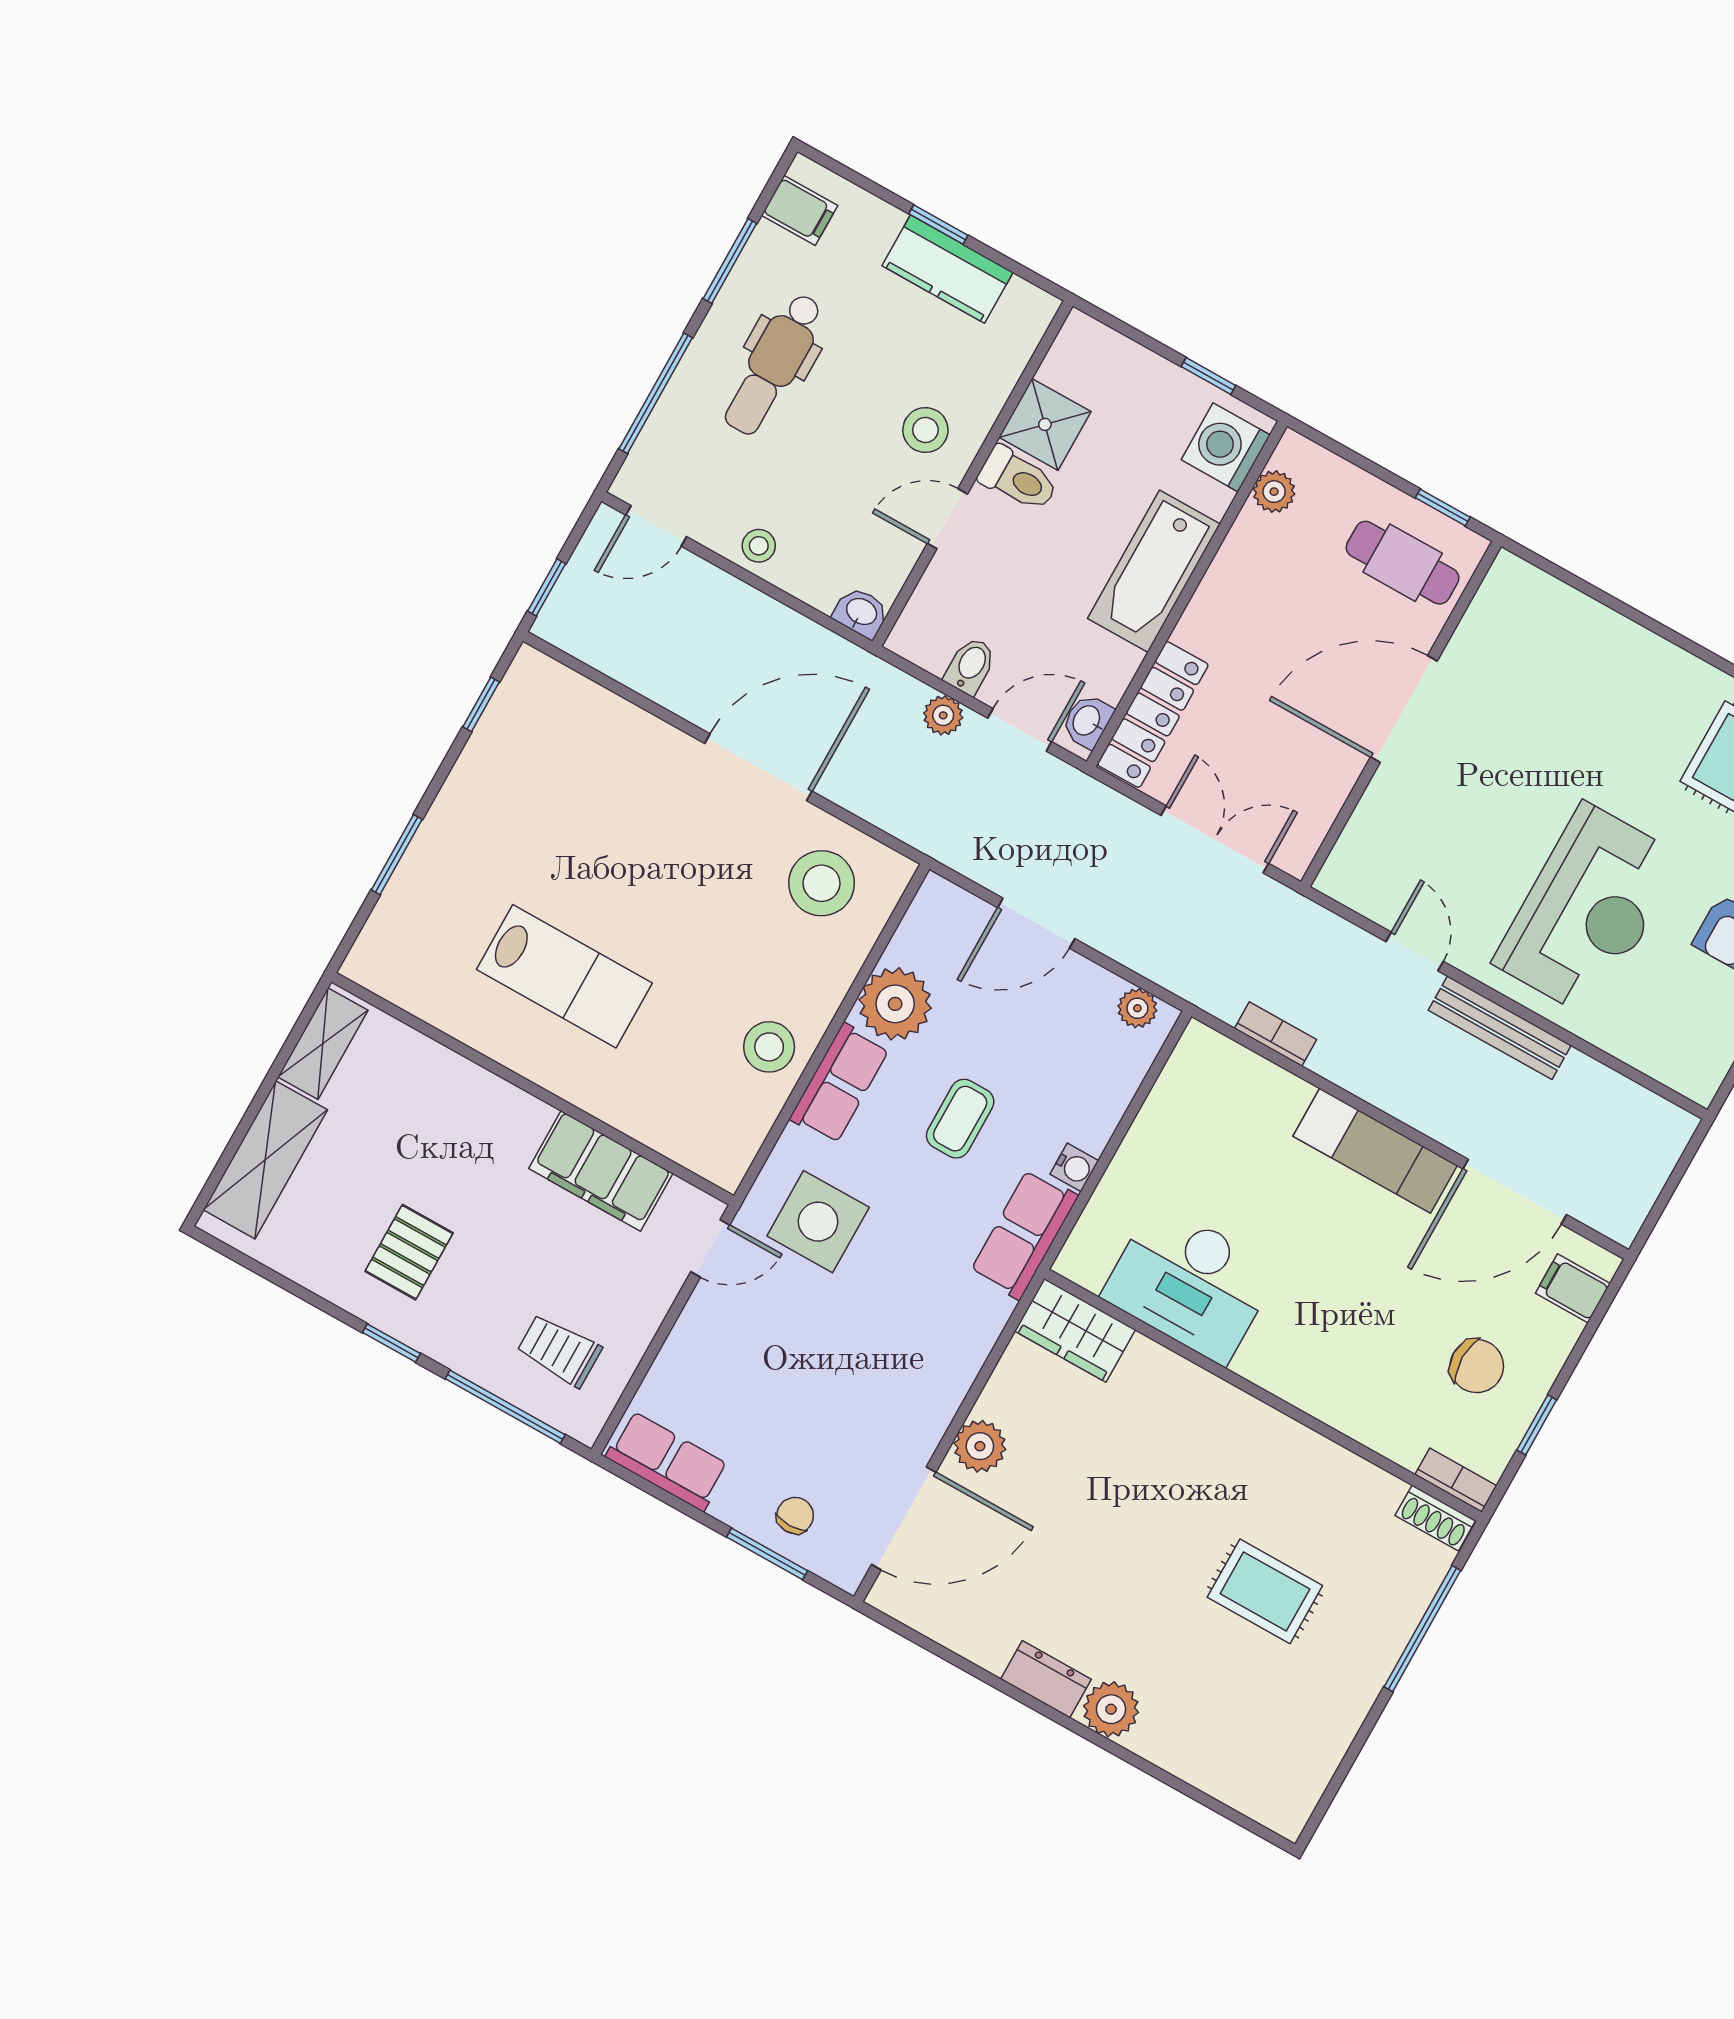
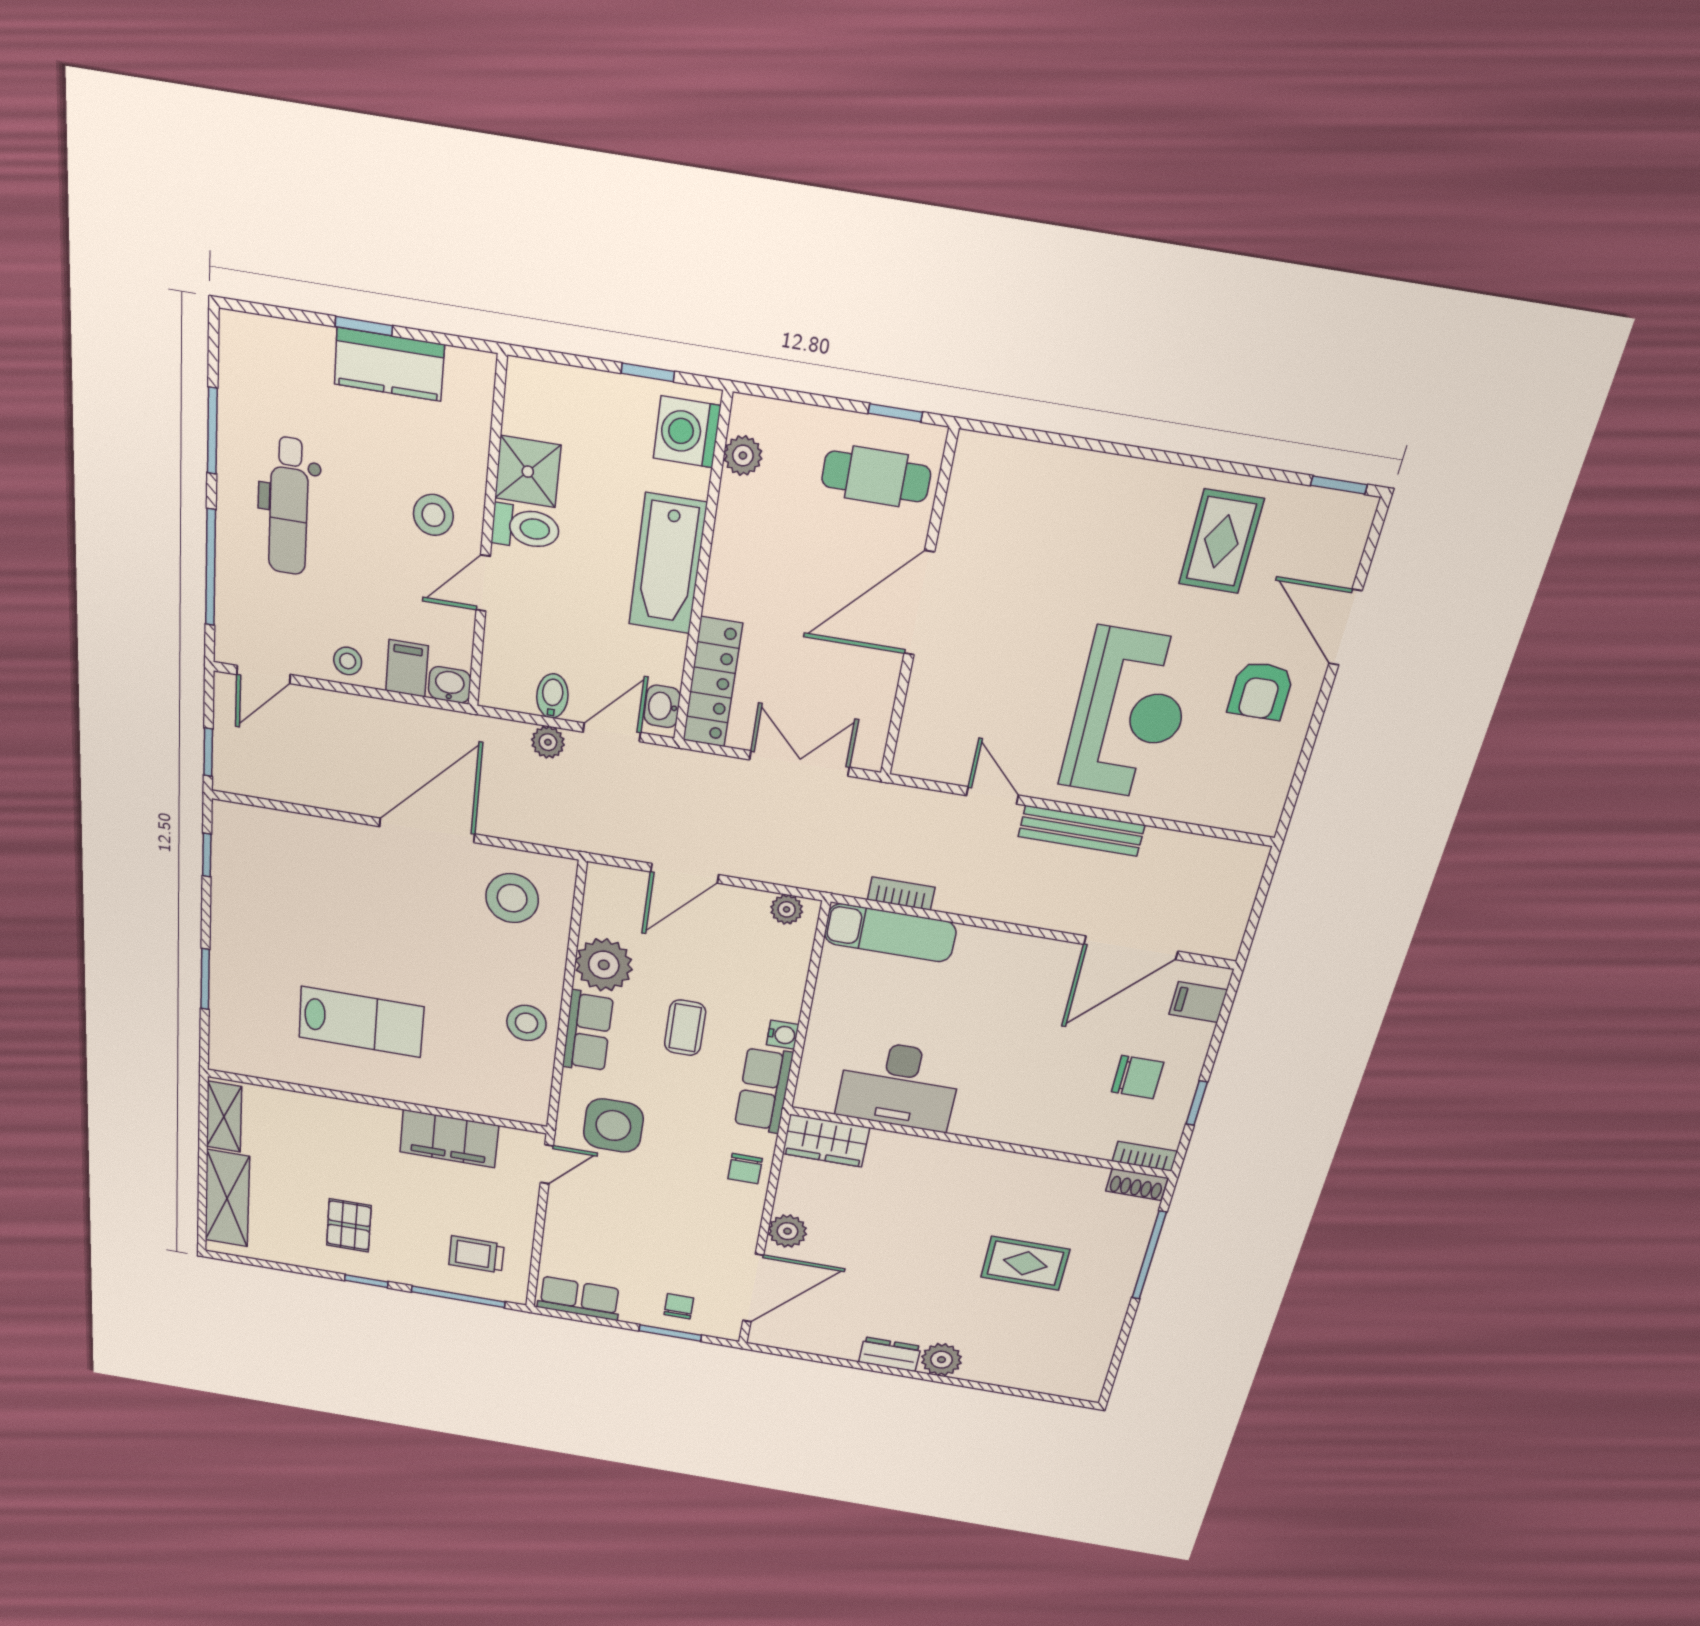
filing cabinet: (799, 210) -> (407, 668), moved, turned -90
exam couch: (1375, 1151) -> (890, 933), moved
chair: (960, 1337) -> (745, 1169), added

